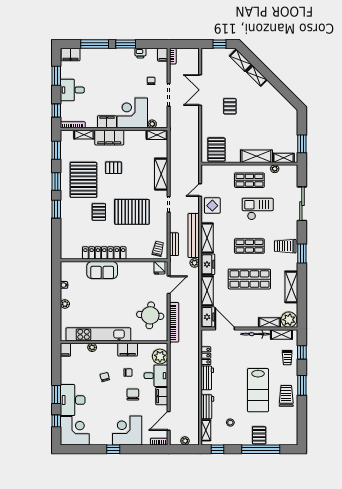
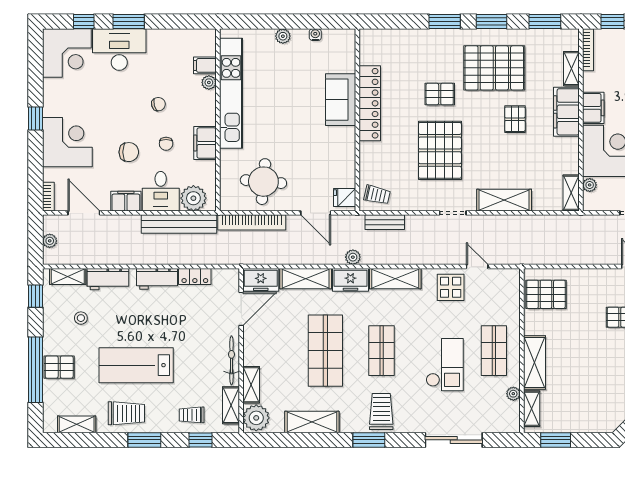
bench: (194, 236) -> (179, 224), moved
filing cabinet: (65, 350) -> (205, 65), moved
shelving: (293, 425) -> (77, 424), added

